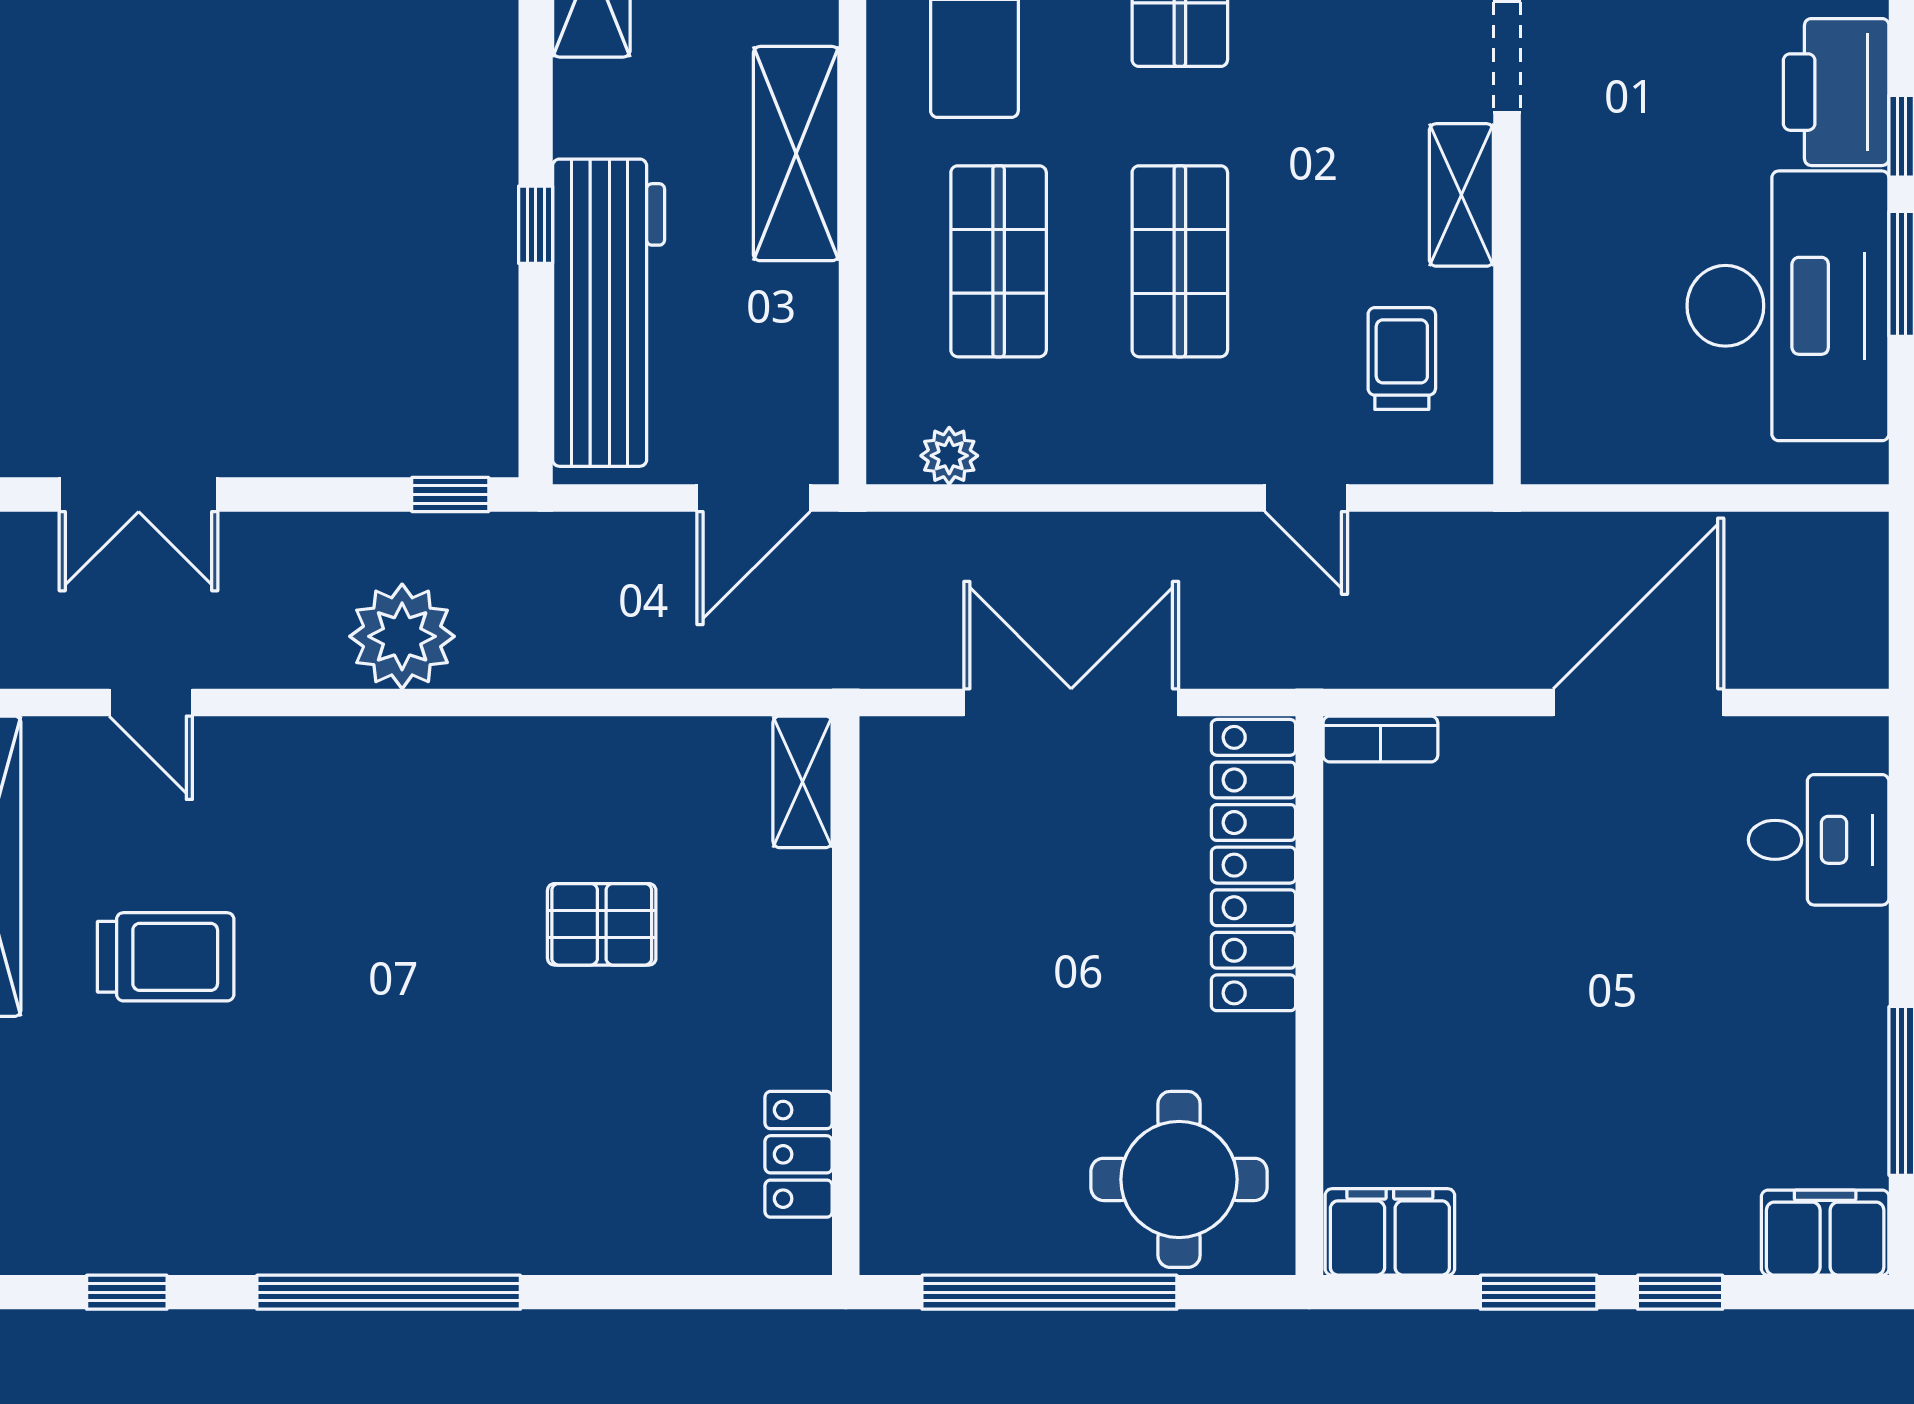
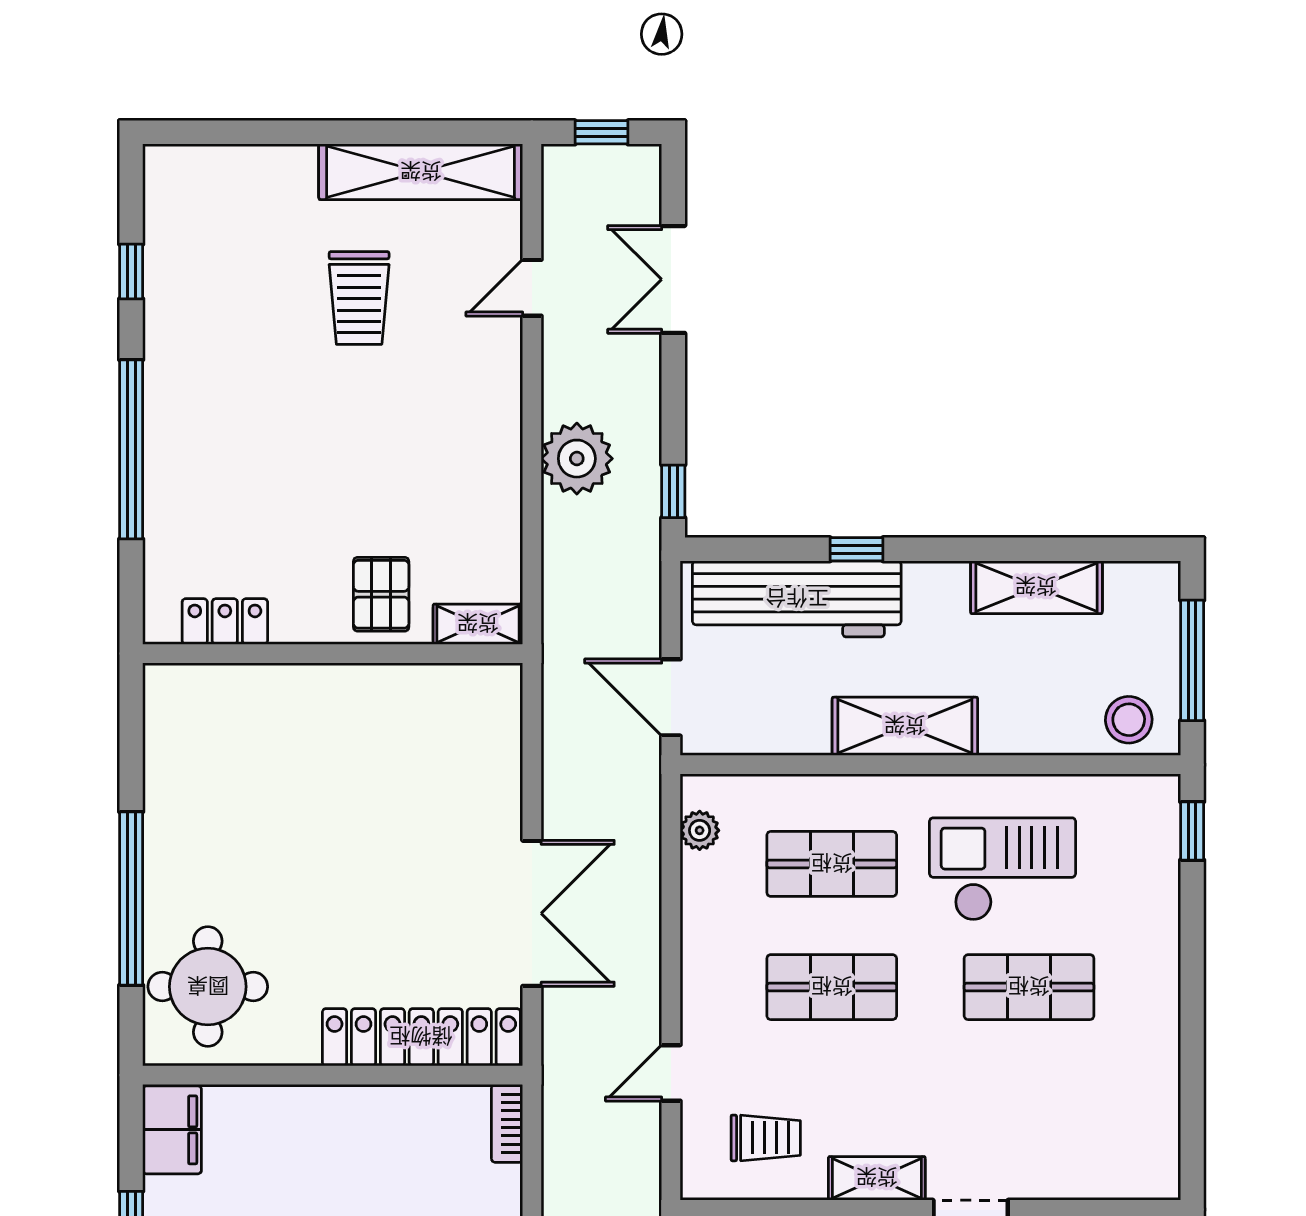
shelving: (803, 782) -> (478, 624), moved
wall: (846, 996) -> (333, 654), moved
locker: (799, 1154) -> (225, 621), moved

